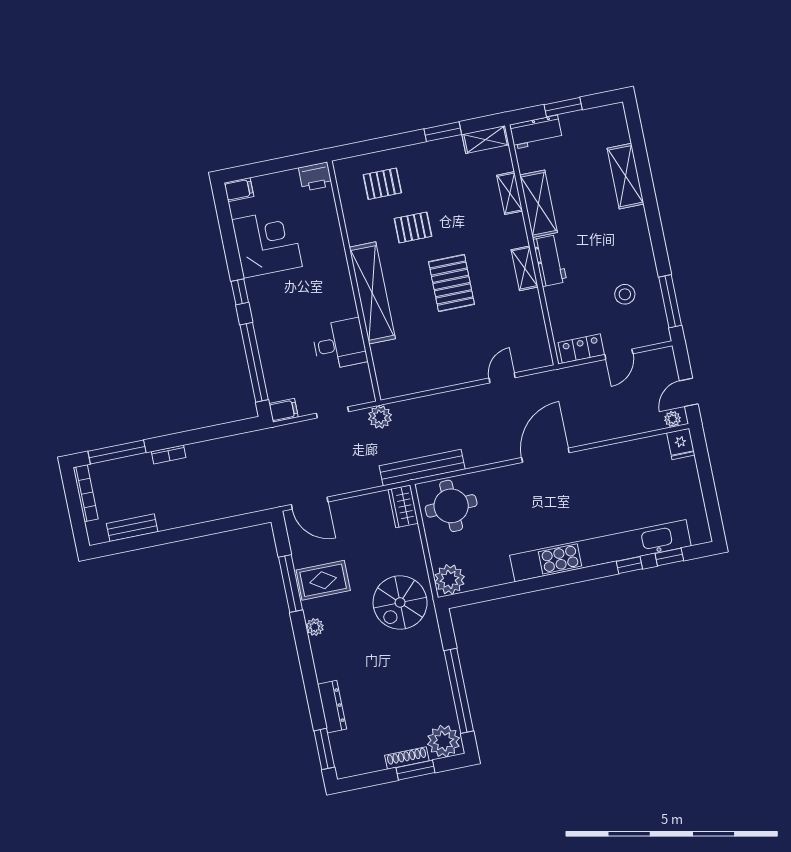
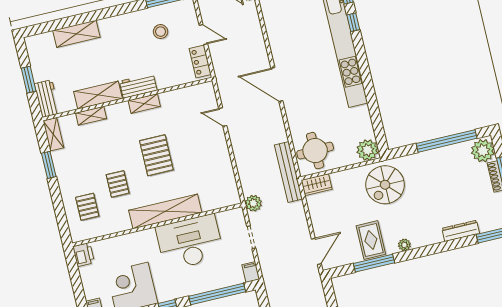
pallet: (451, 283) -> (156, 155), turned 90
desk: (339, 344) -> (190, 242), width x1.87, depth x1.30
spiral stairs: (400, 603) -> (385, 185), turned 90

